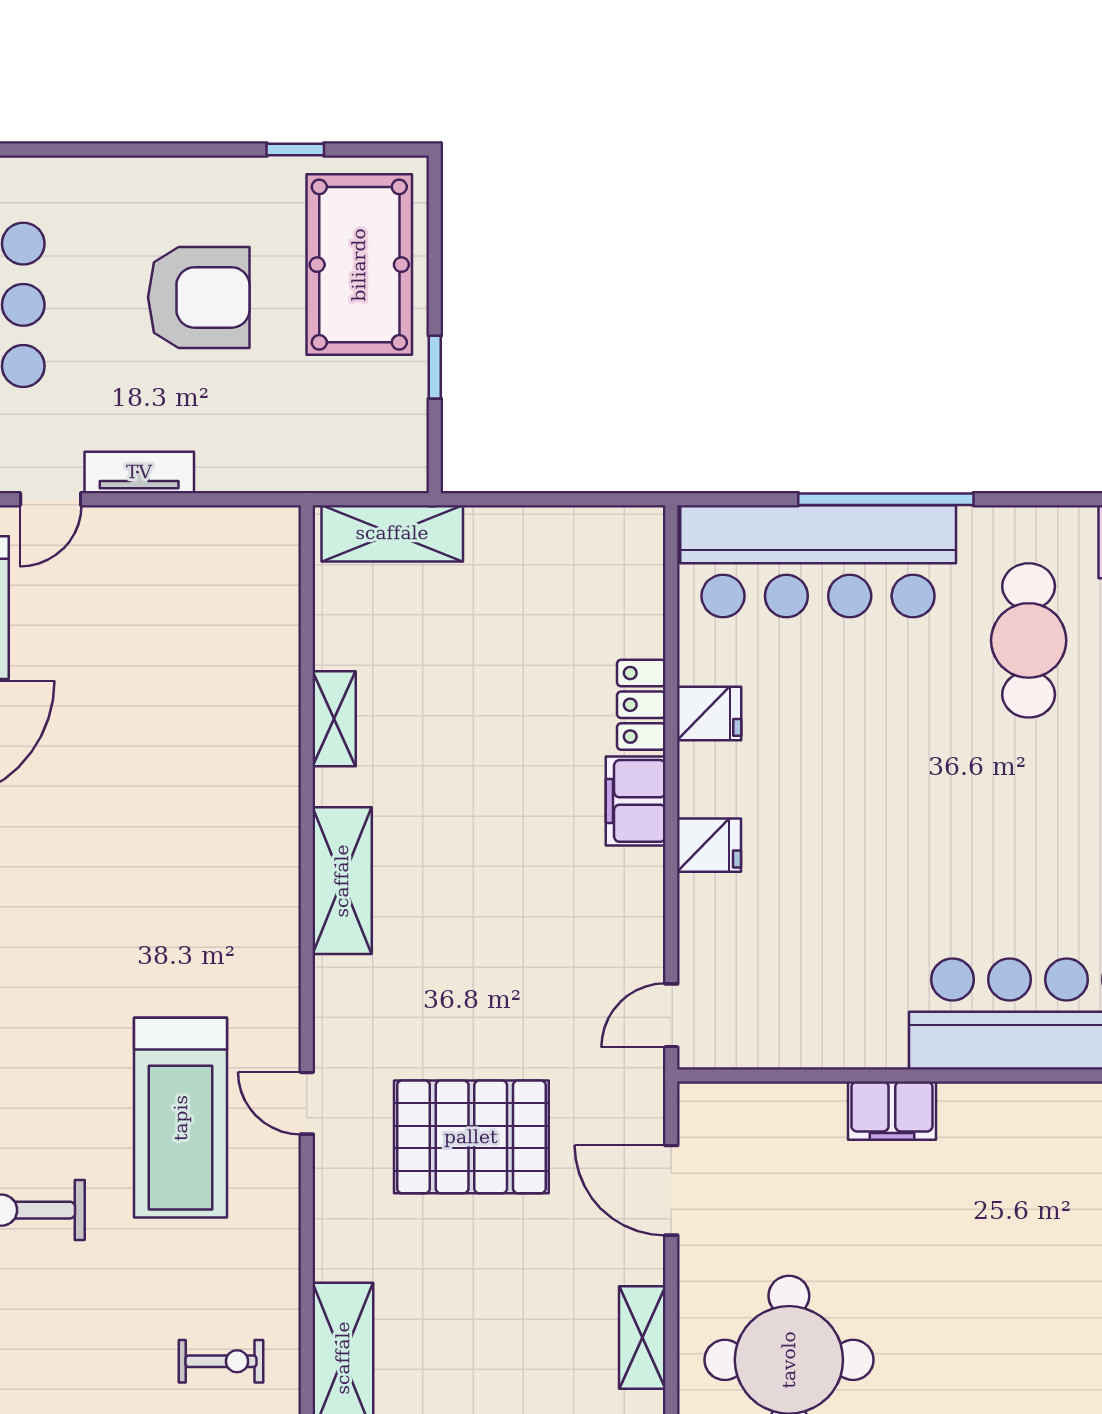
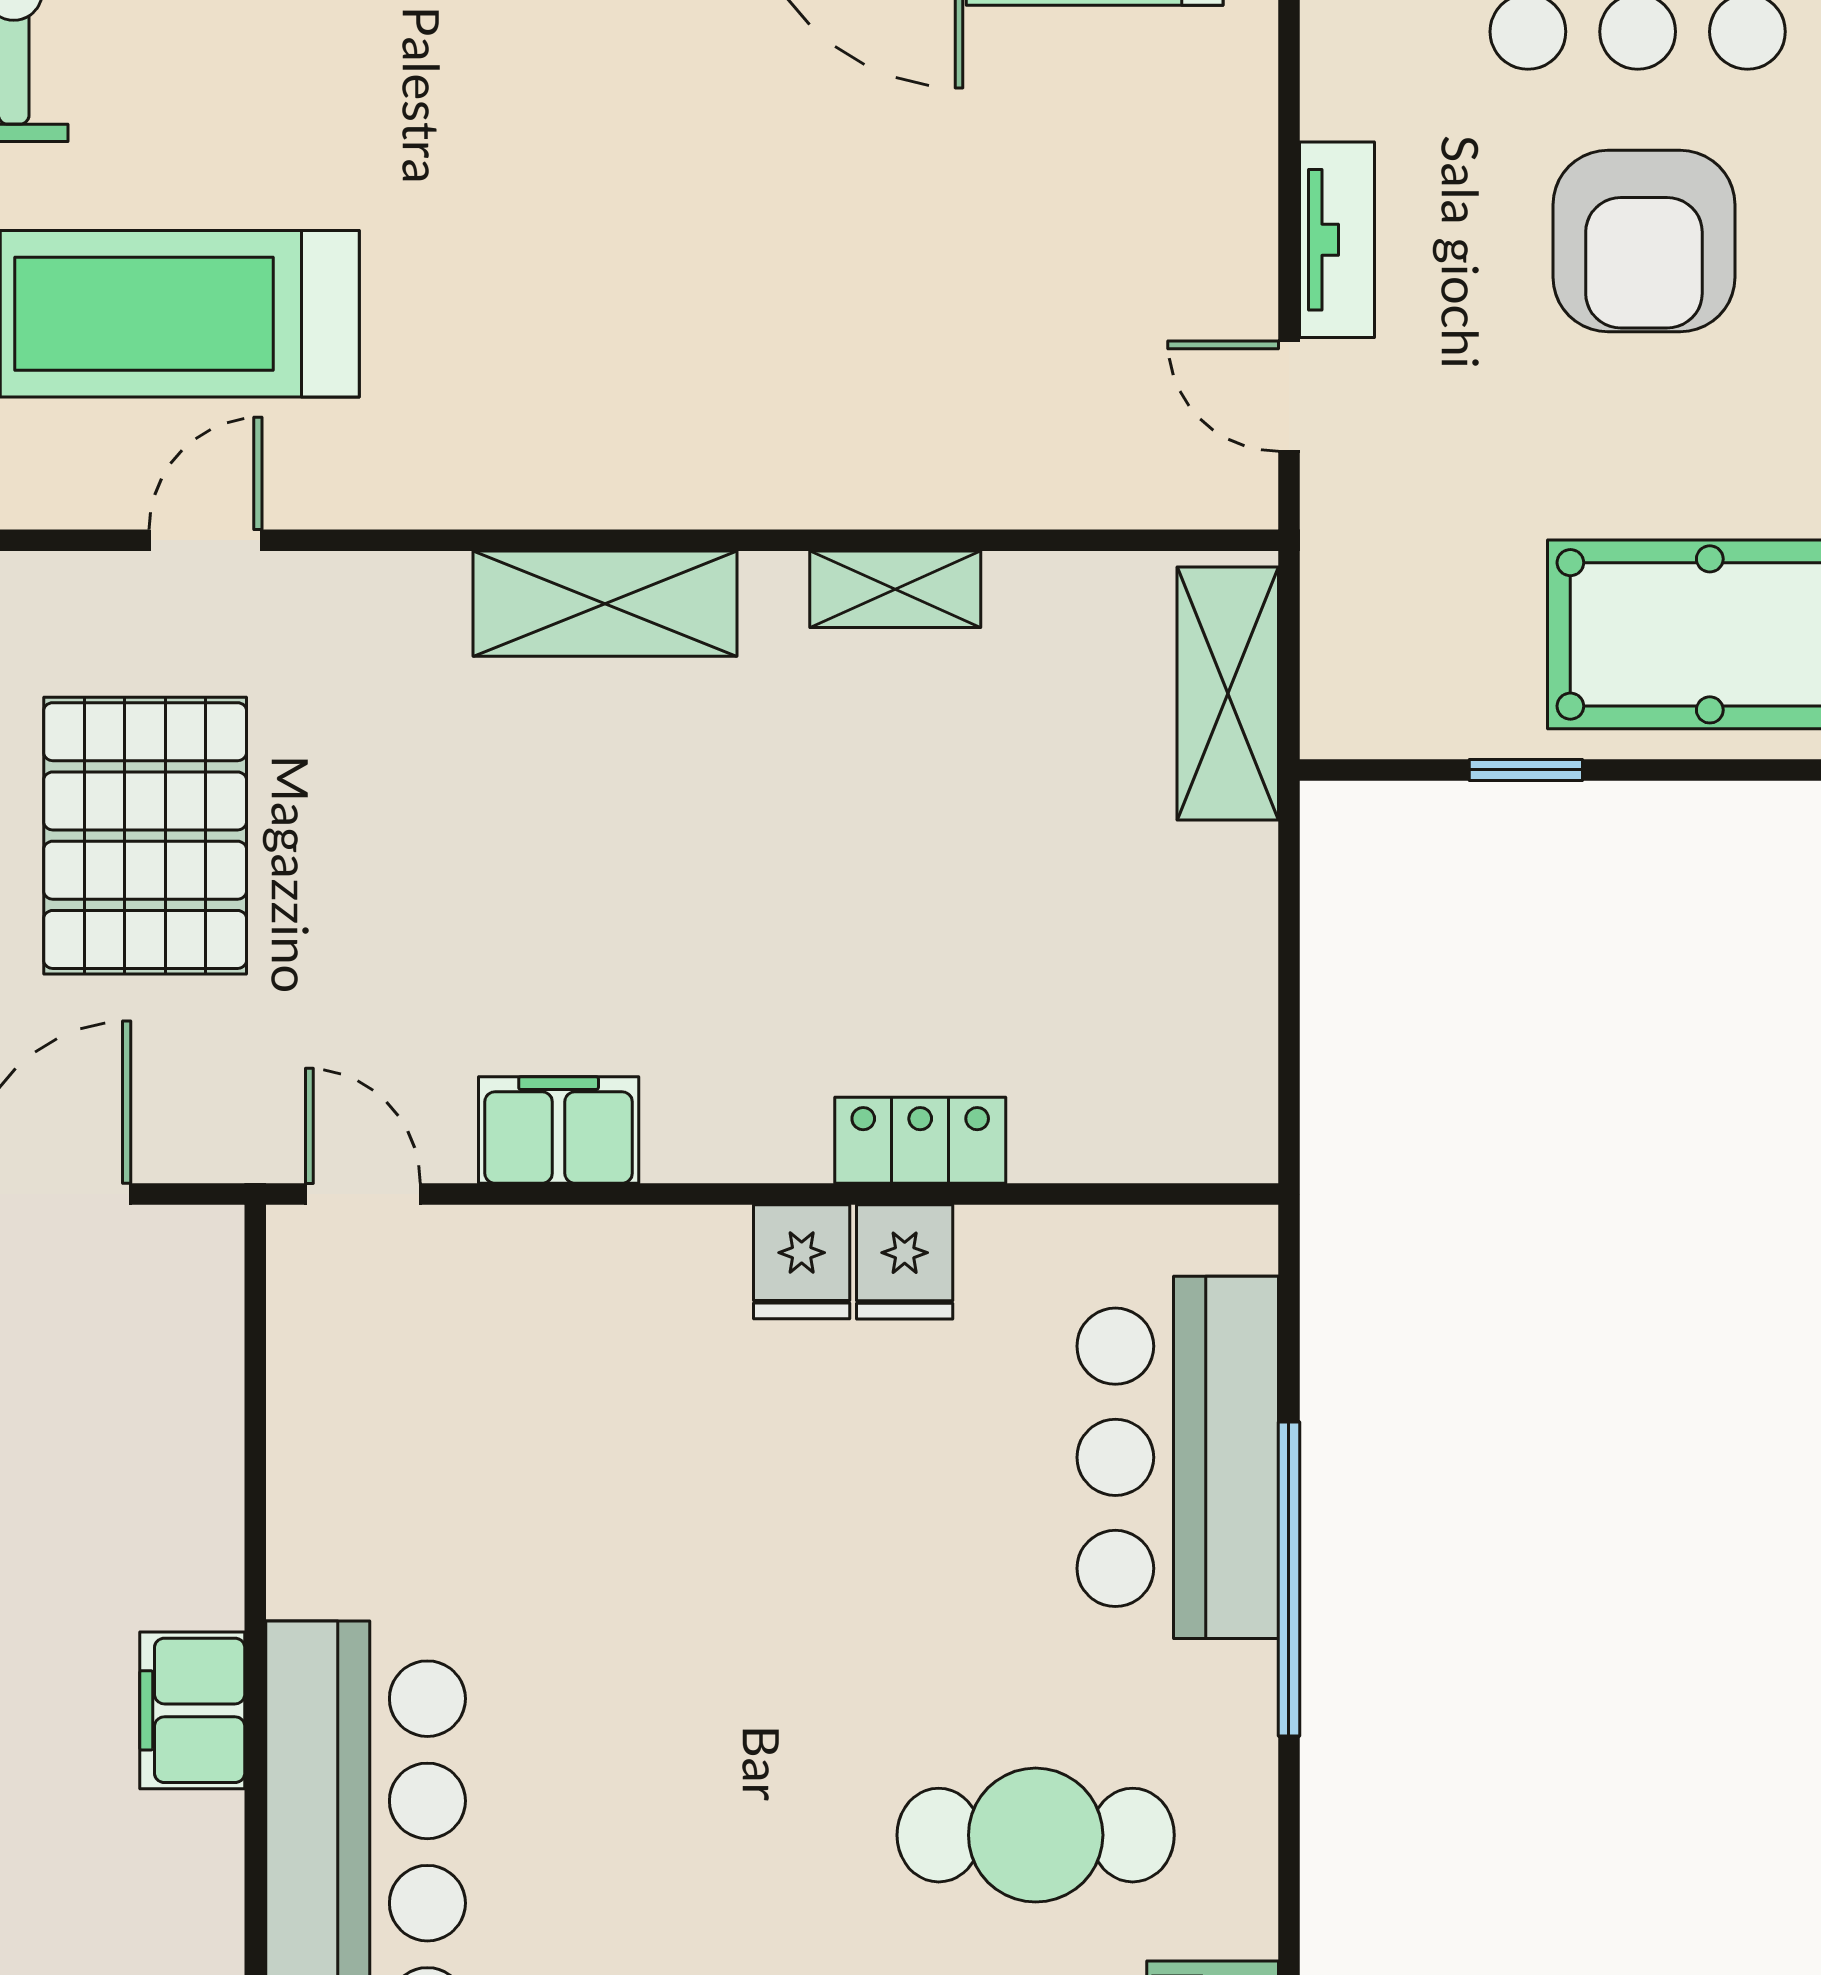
armchair: (199, 297) -> (1644, 241), moved
door: (51, 499) -> (1289, 396), moved
bar counter: (818, 561) -> (1178, 1457), width x0.73
filing cabinet: (636, 801) -> (559, 1130), moved
fridge: (709, 845) -> (802, 1262), moved
filing cabinet: (892, 1111) -> (192, 1710), moved

